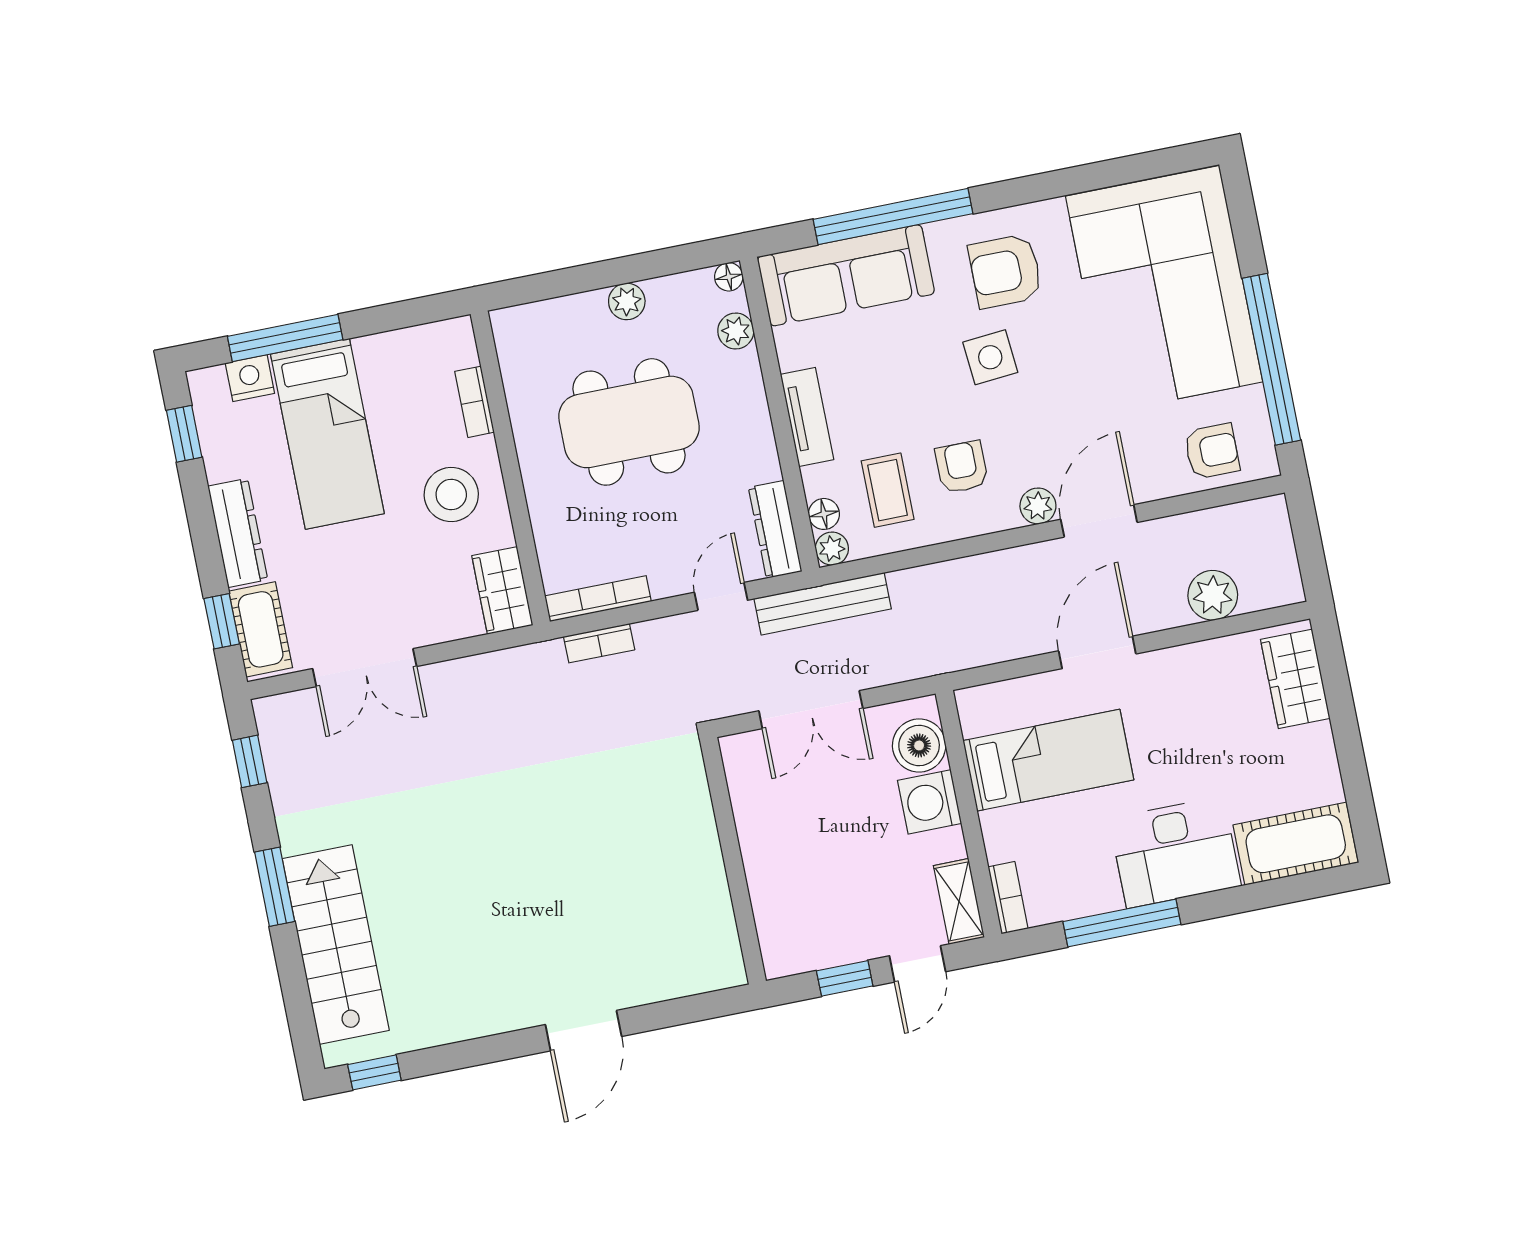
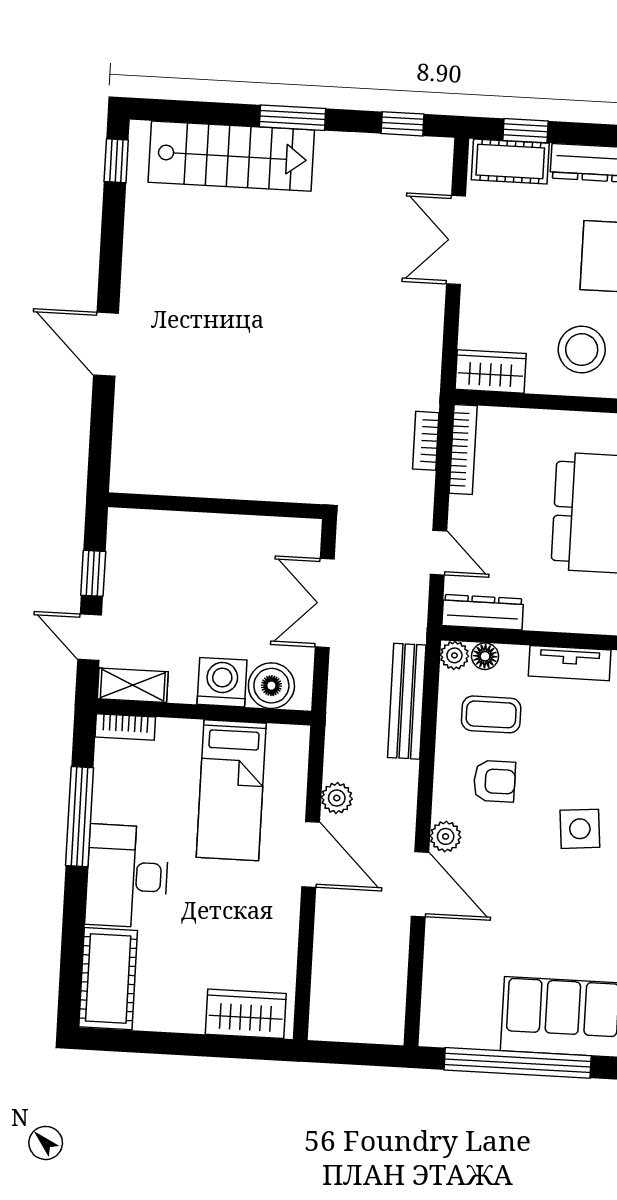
armchair: (1212, 451) -> (454, 993), removed
plant: (1213, 595) -> (337, 798), moved, width x0.73, depth x0.73
bench: (823, 604) -> (407, 701), moved

